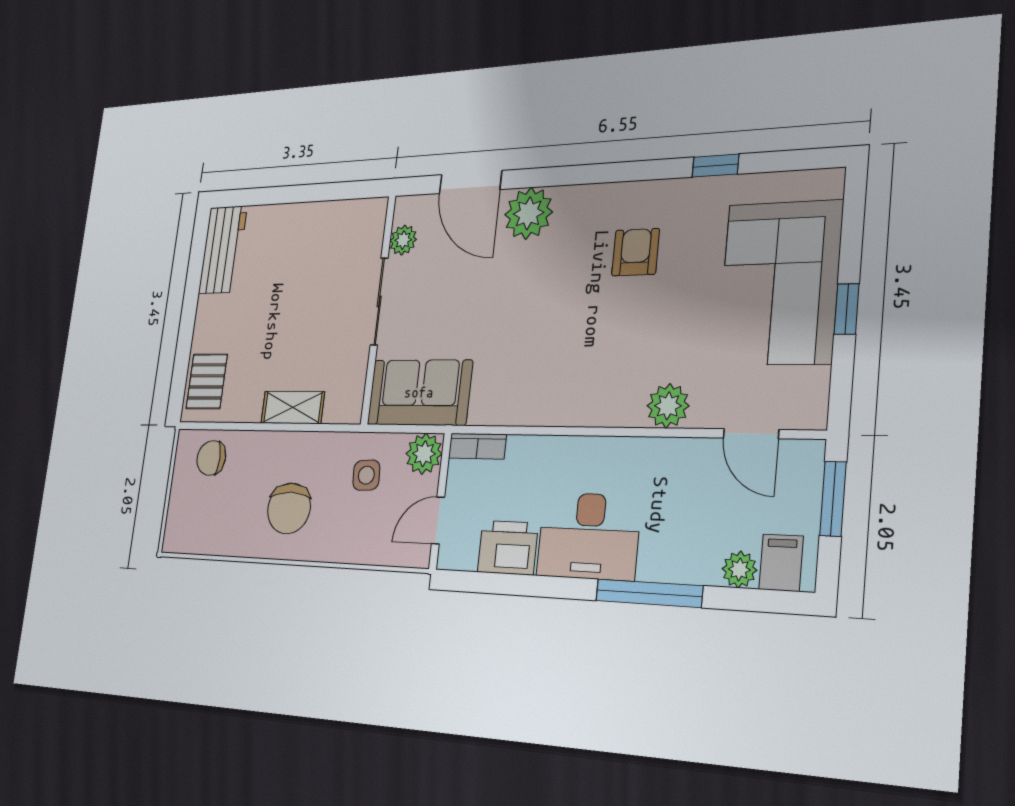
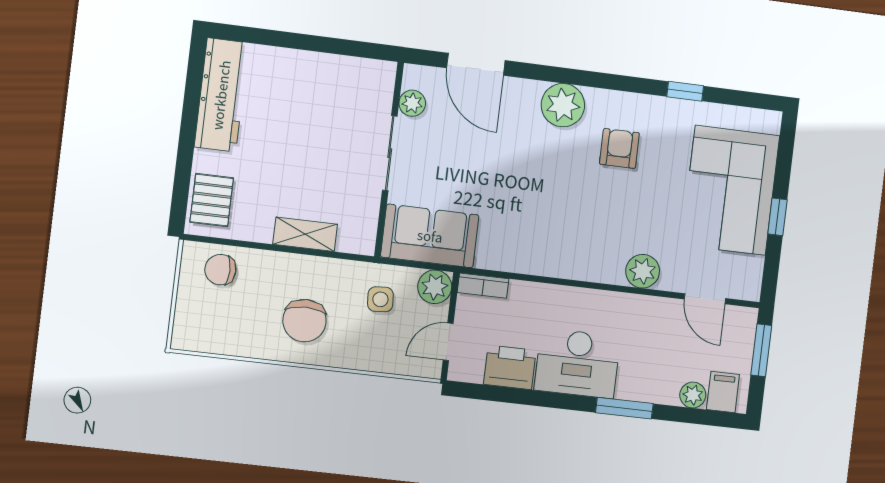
plant: (529, 213) -> (563, 105), moved
workbench: (223, 250) -> (221, 95), width x1.38
window: (649, 593) -> (624, 408), width x0.69

